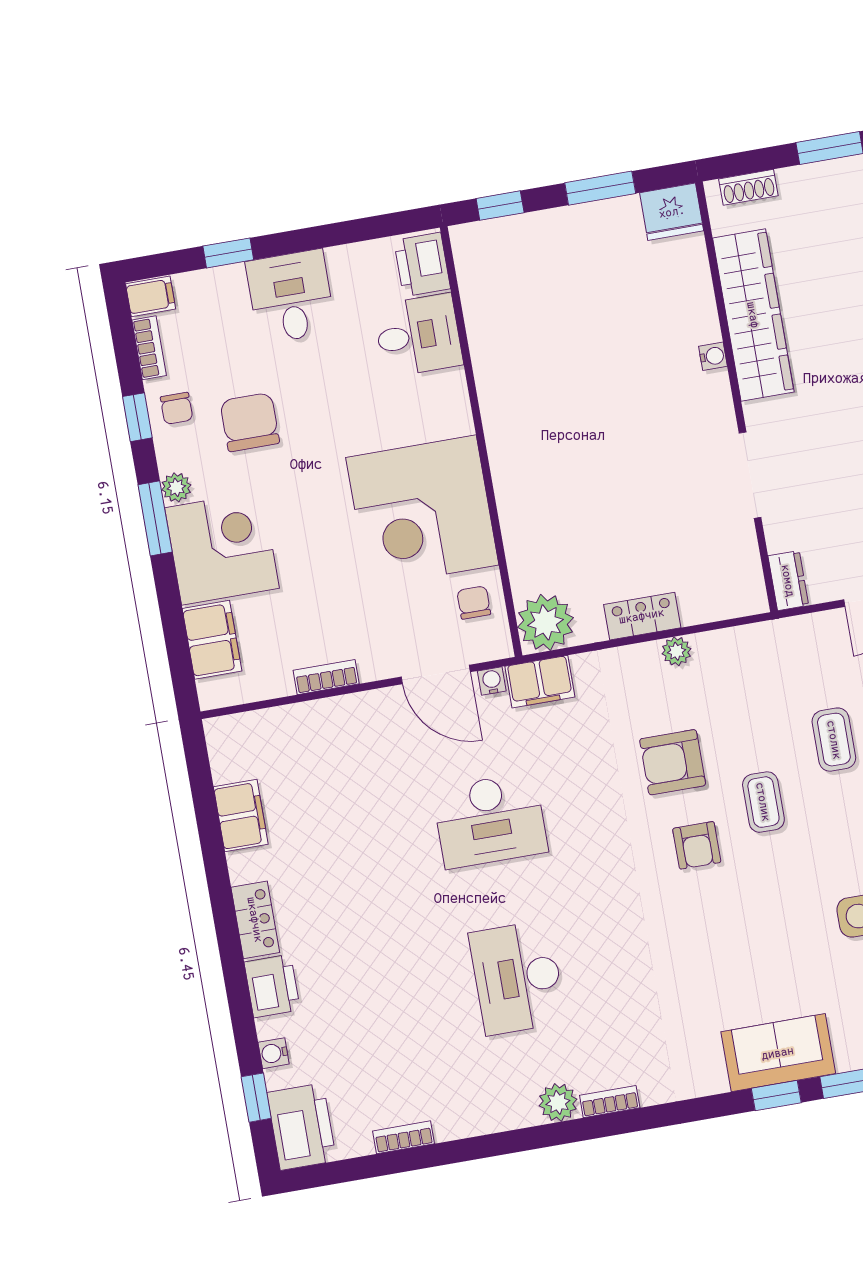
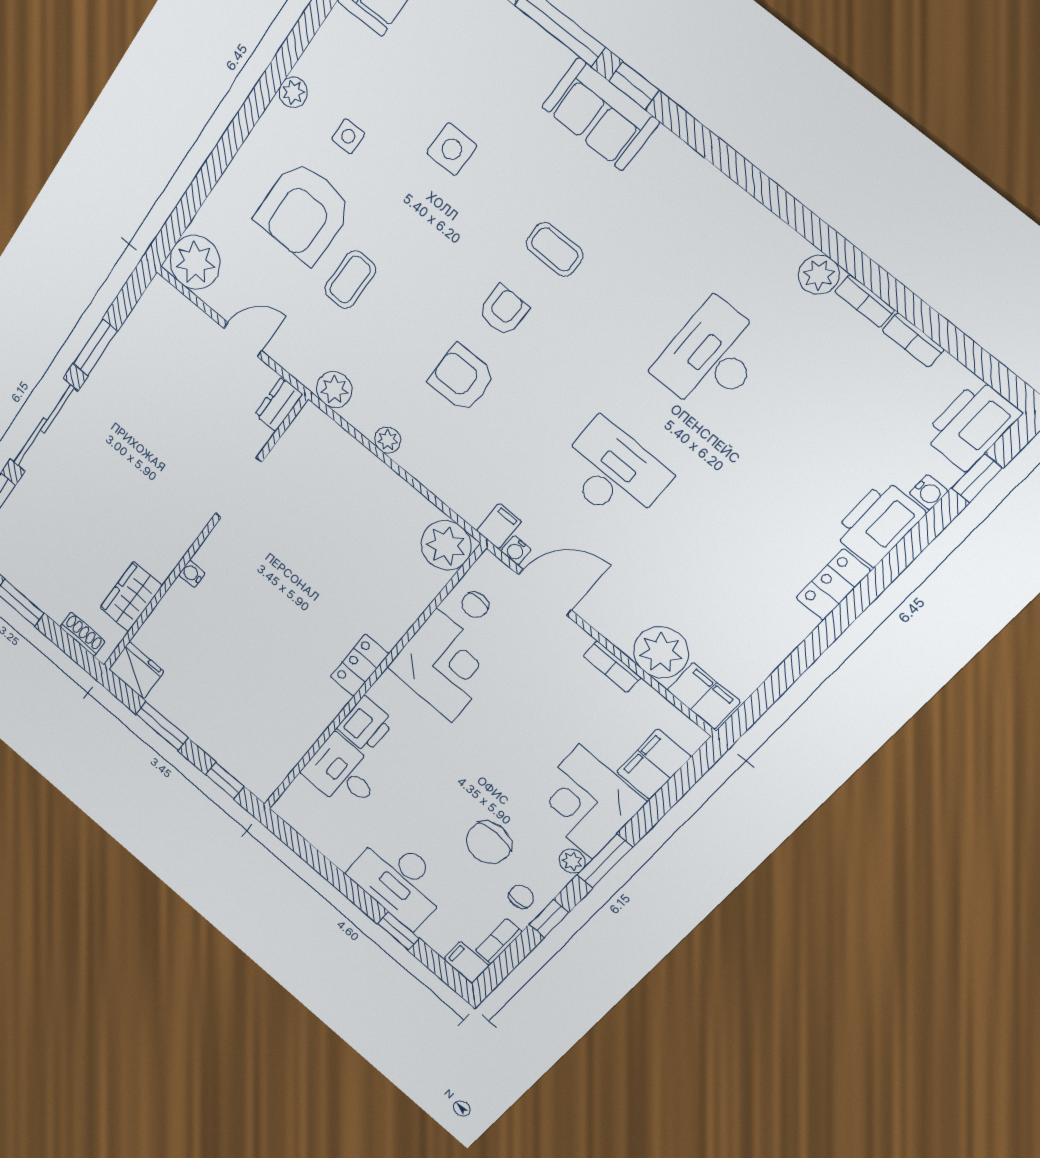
printer: (422, 265) -> (366, 725), moved
desk: (291, 297) -> (399, 880), width x1.37
wardrobe: (753, 315) -> (131, 597), width x0.48, depth x0.85
corner desk: (422, 511) -> (444, 665), width x0.74, depth x0.74
locker: (642, 616) -> (359, 665), moved, turned 90
plant: (758, 643) -> (334, 390), added
door: (436, 674) -> (545, 592), hinge flipped
filing cabinet: (540, 682) -> (499, 526), width x0.50
plant: (306, 730) -> (661, 652), added
armchair: (673, 762) -> (462, 378), turned 180
coffee table: (763, 802) -> (555, 249), moved, turned 90
filing cabinet: (241, 816) -> (704, 696), moved, turned 90
desk: (517, 978) -> (711, 358), turned 180
printer: (272, 986) -> (878, 523), width x1.37, depth x1.19
plant: (558, 1102) -> (819, 275), moved
bookcase: (610, 1102) -> (865, 301), moved

